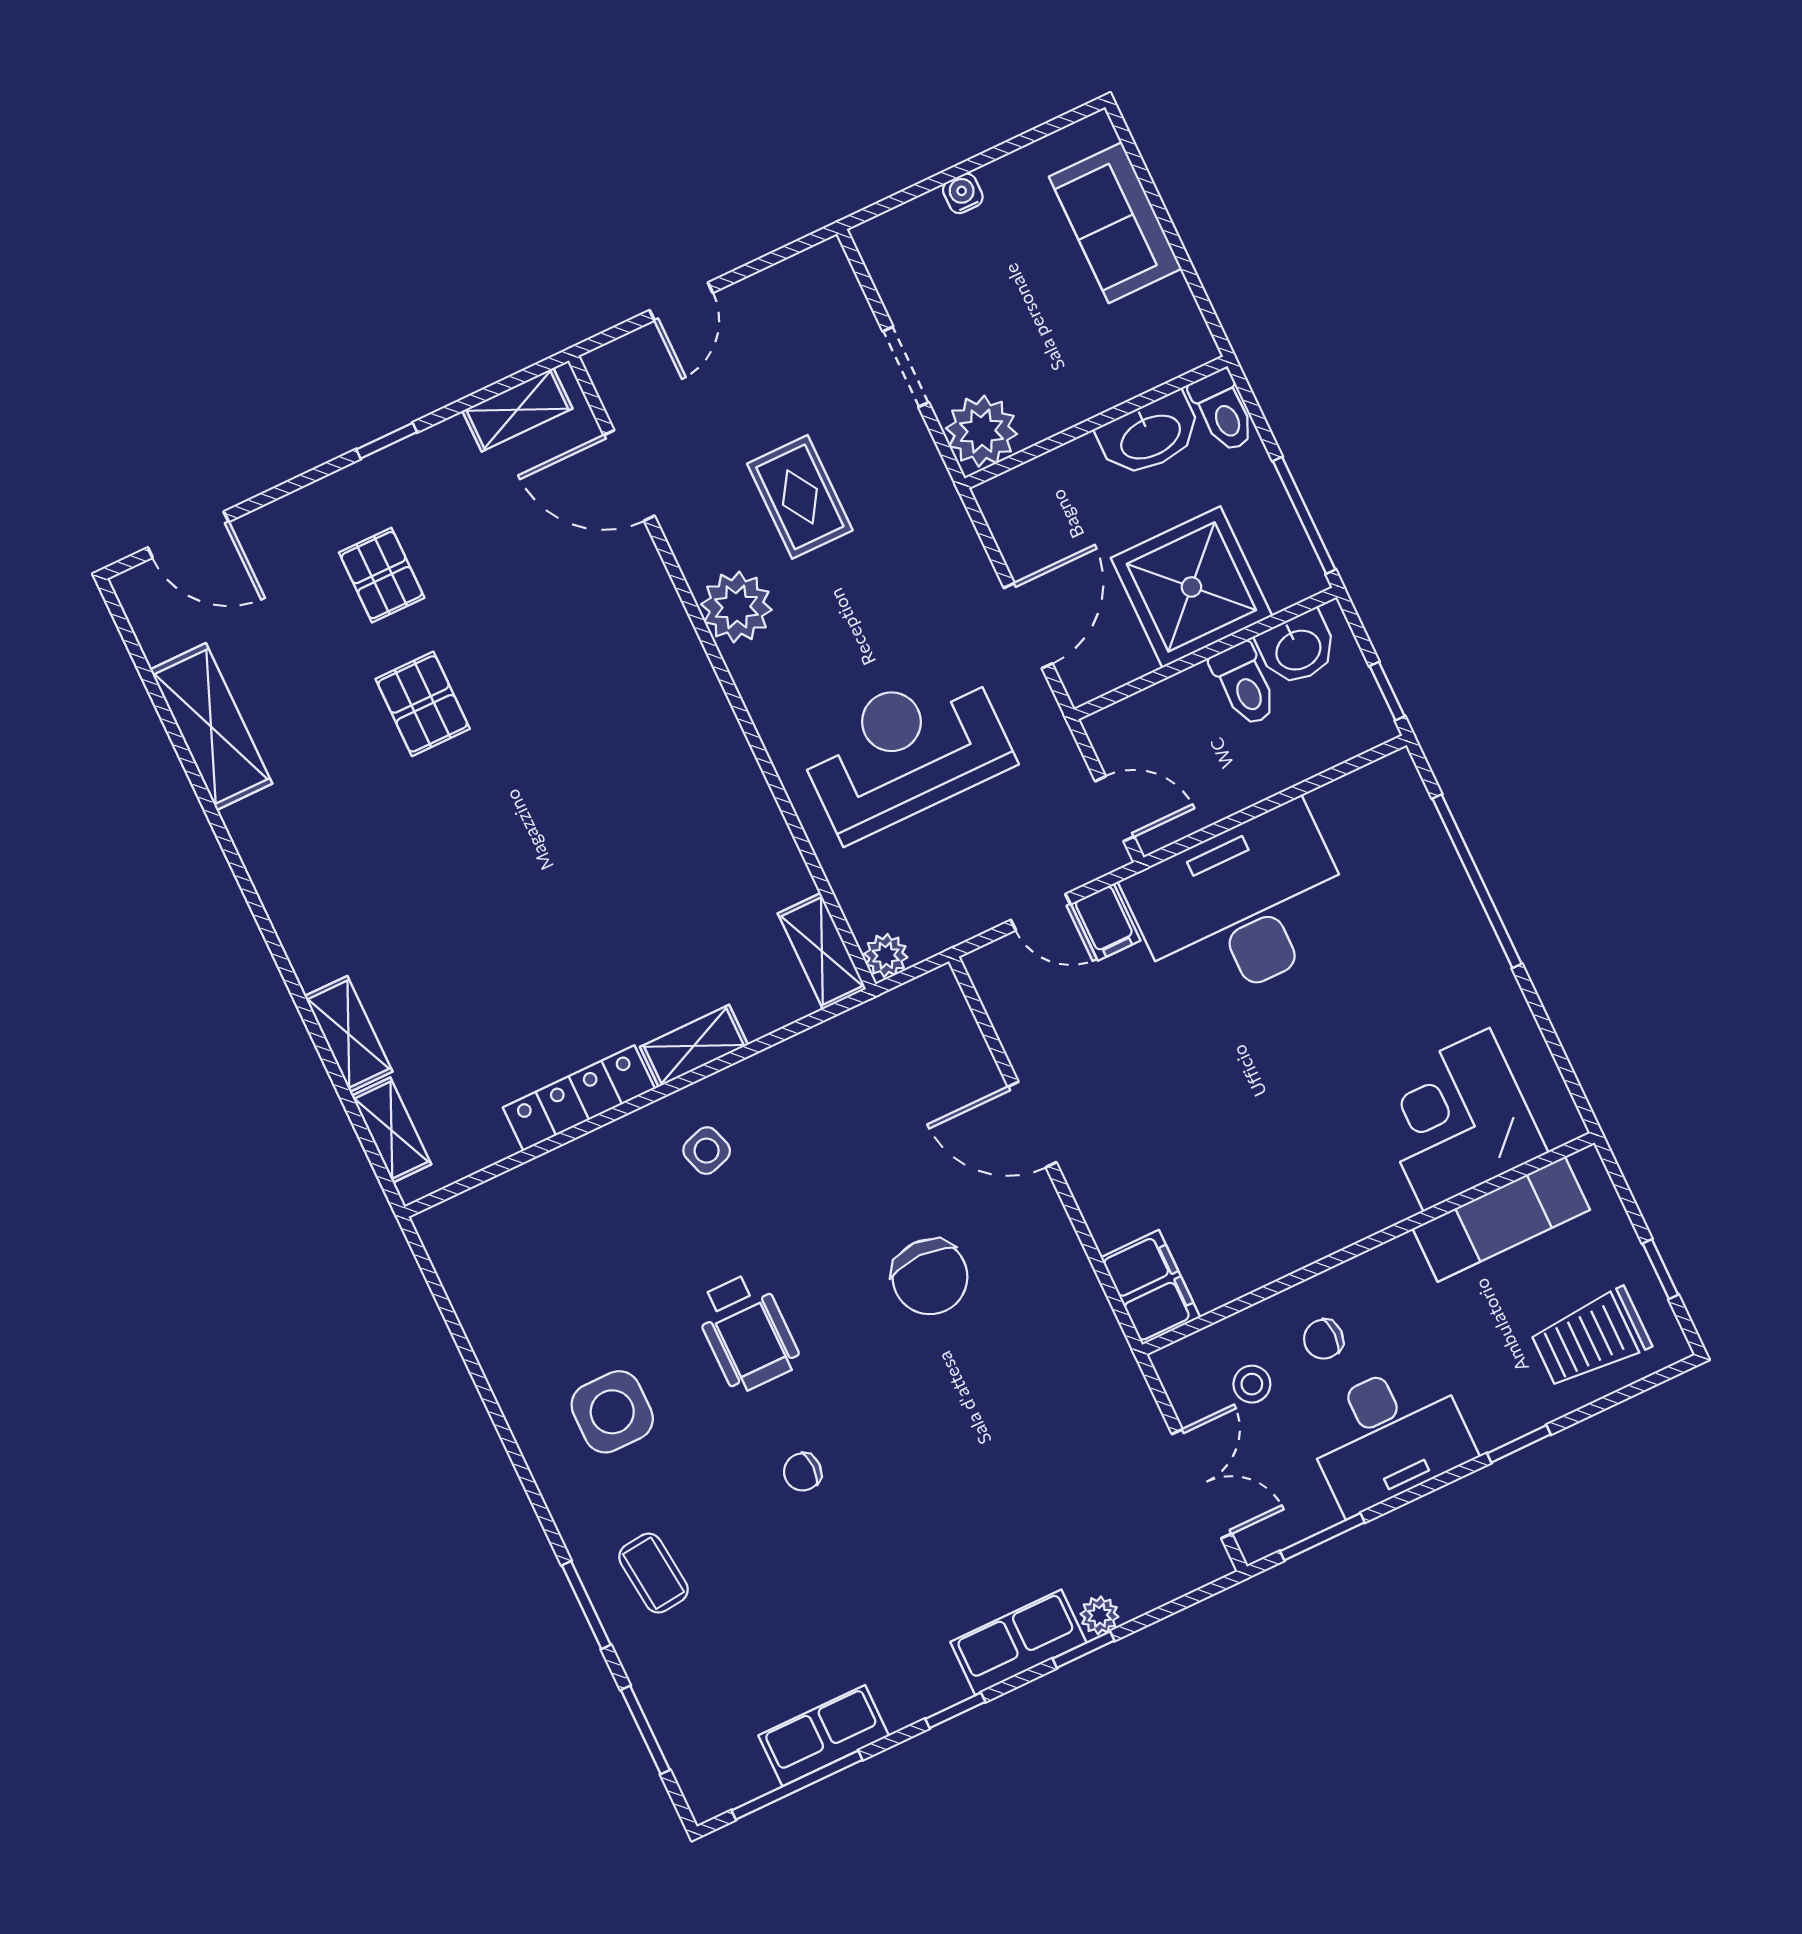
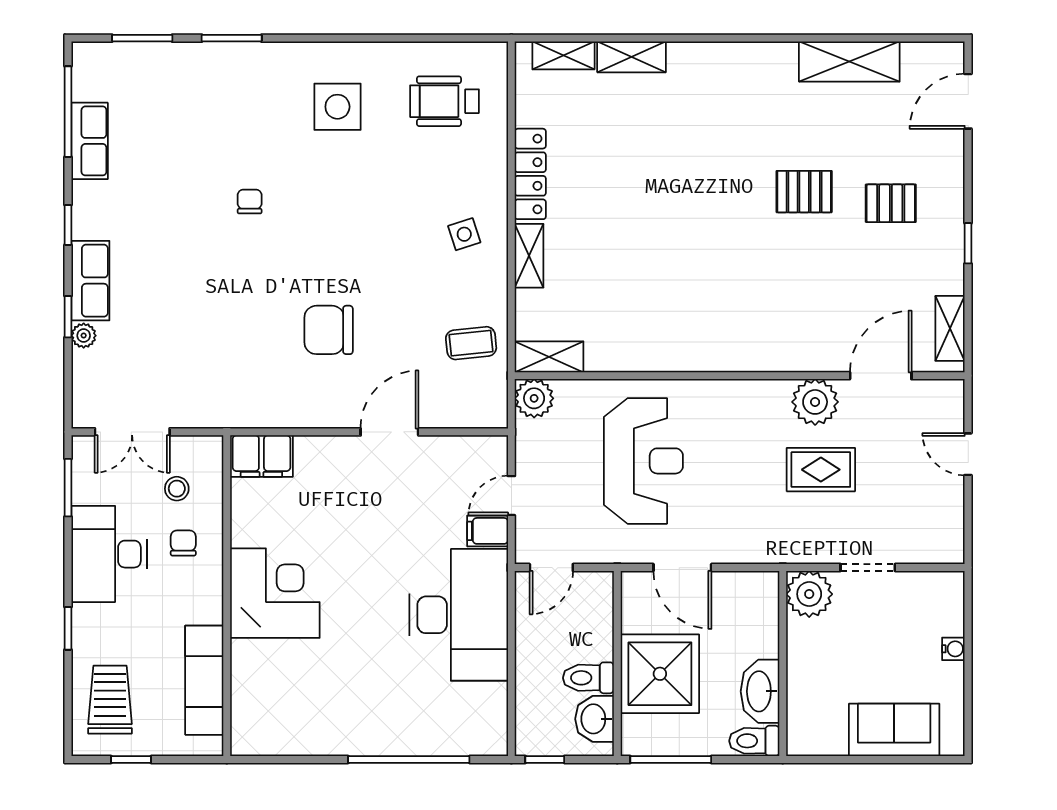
plant: (736, 607) -> (815, 402), moved
plant: (886, 955) -> (534, 398), width x1.38, depth x1.38
corner desk: (1457, 1120) -> (275, 593), moved
wheelchair: (747, 1332) -> (444, 101), moved
coffee table: (653, 1573) -> (471, 343), moved

